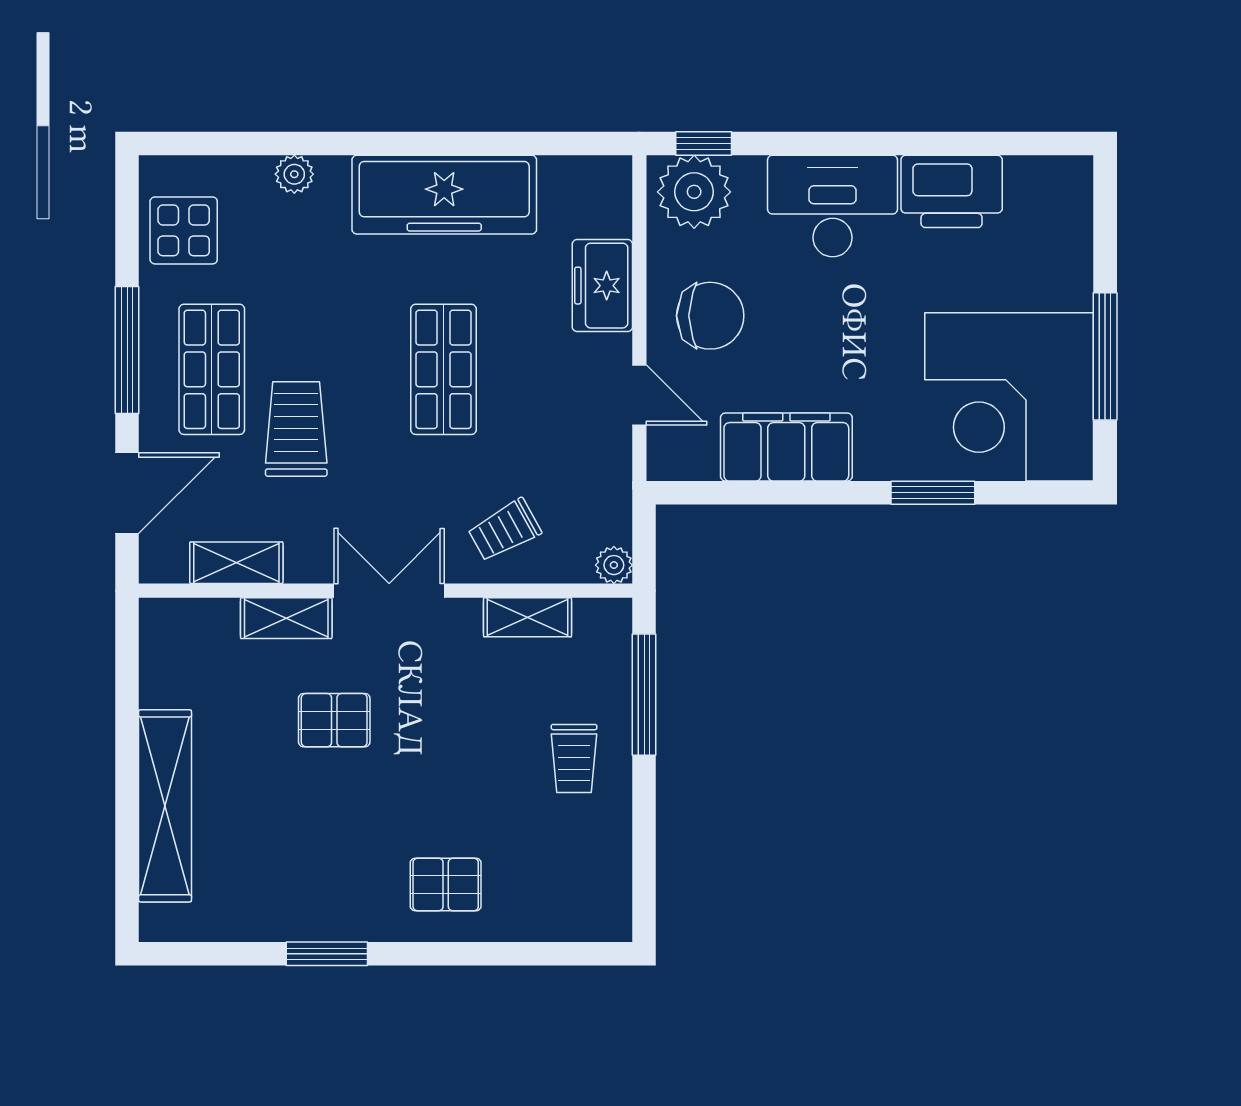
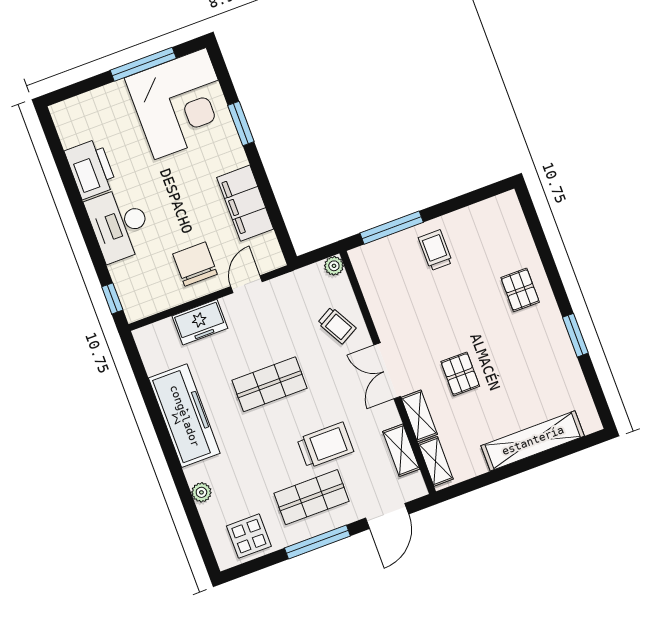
plant: (694, 192) -> (138, 294), removed
trolley: (296, 429) -> (325, 445), turned 180
door: (127, 493) -> (387, 516), swing flipped
shelving: (528, 617) -> (436, 461), moved
trolley: (574, 758) -> (435, 250), turned -90

